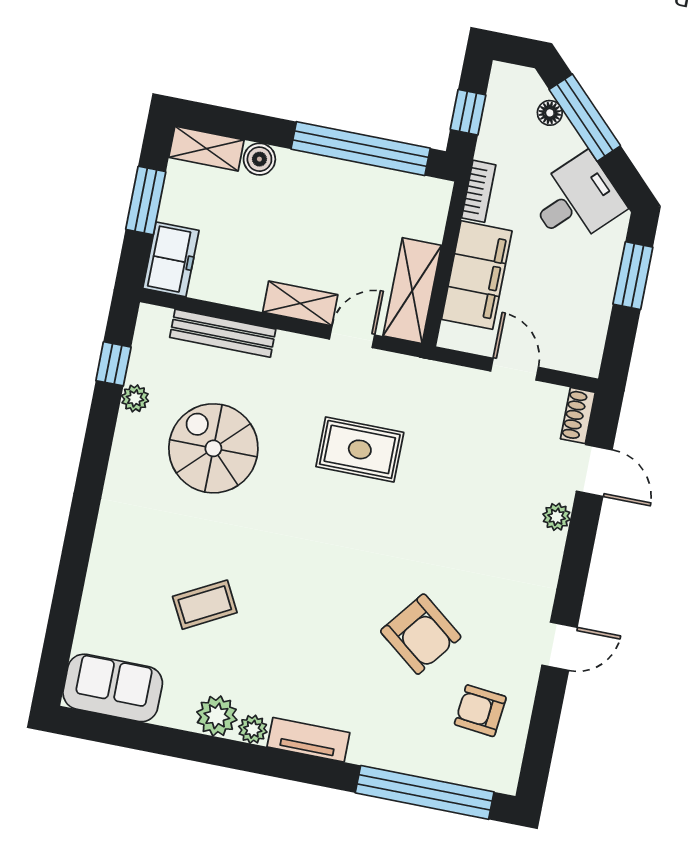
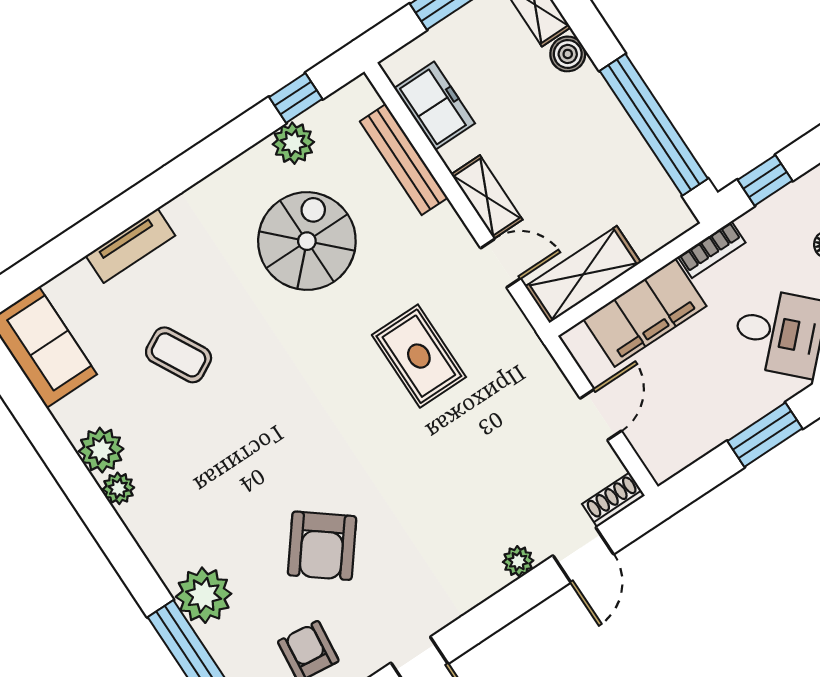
freezer: (171, 259) -> (435, 106), moved, turned -90
plant: (135, 398) -> (293, 143), width x1.38, depth x1.38
tv unit: (308, 740) -> (130, 246), moved, turned 90
plant: (377, 743) -> (204, 595), added

